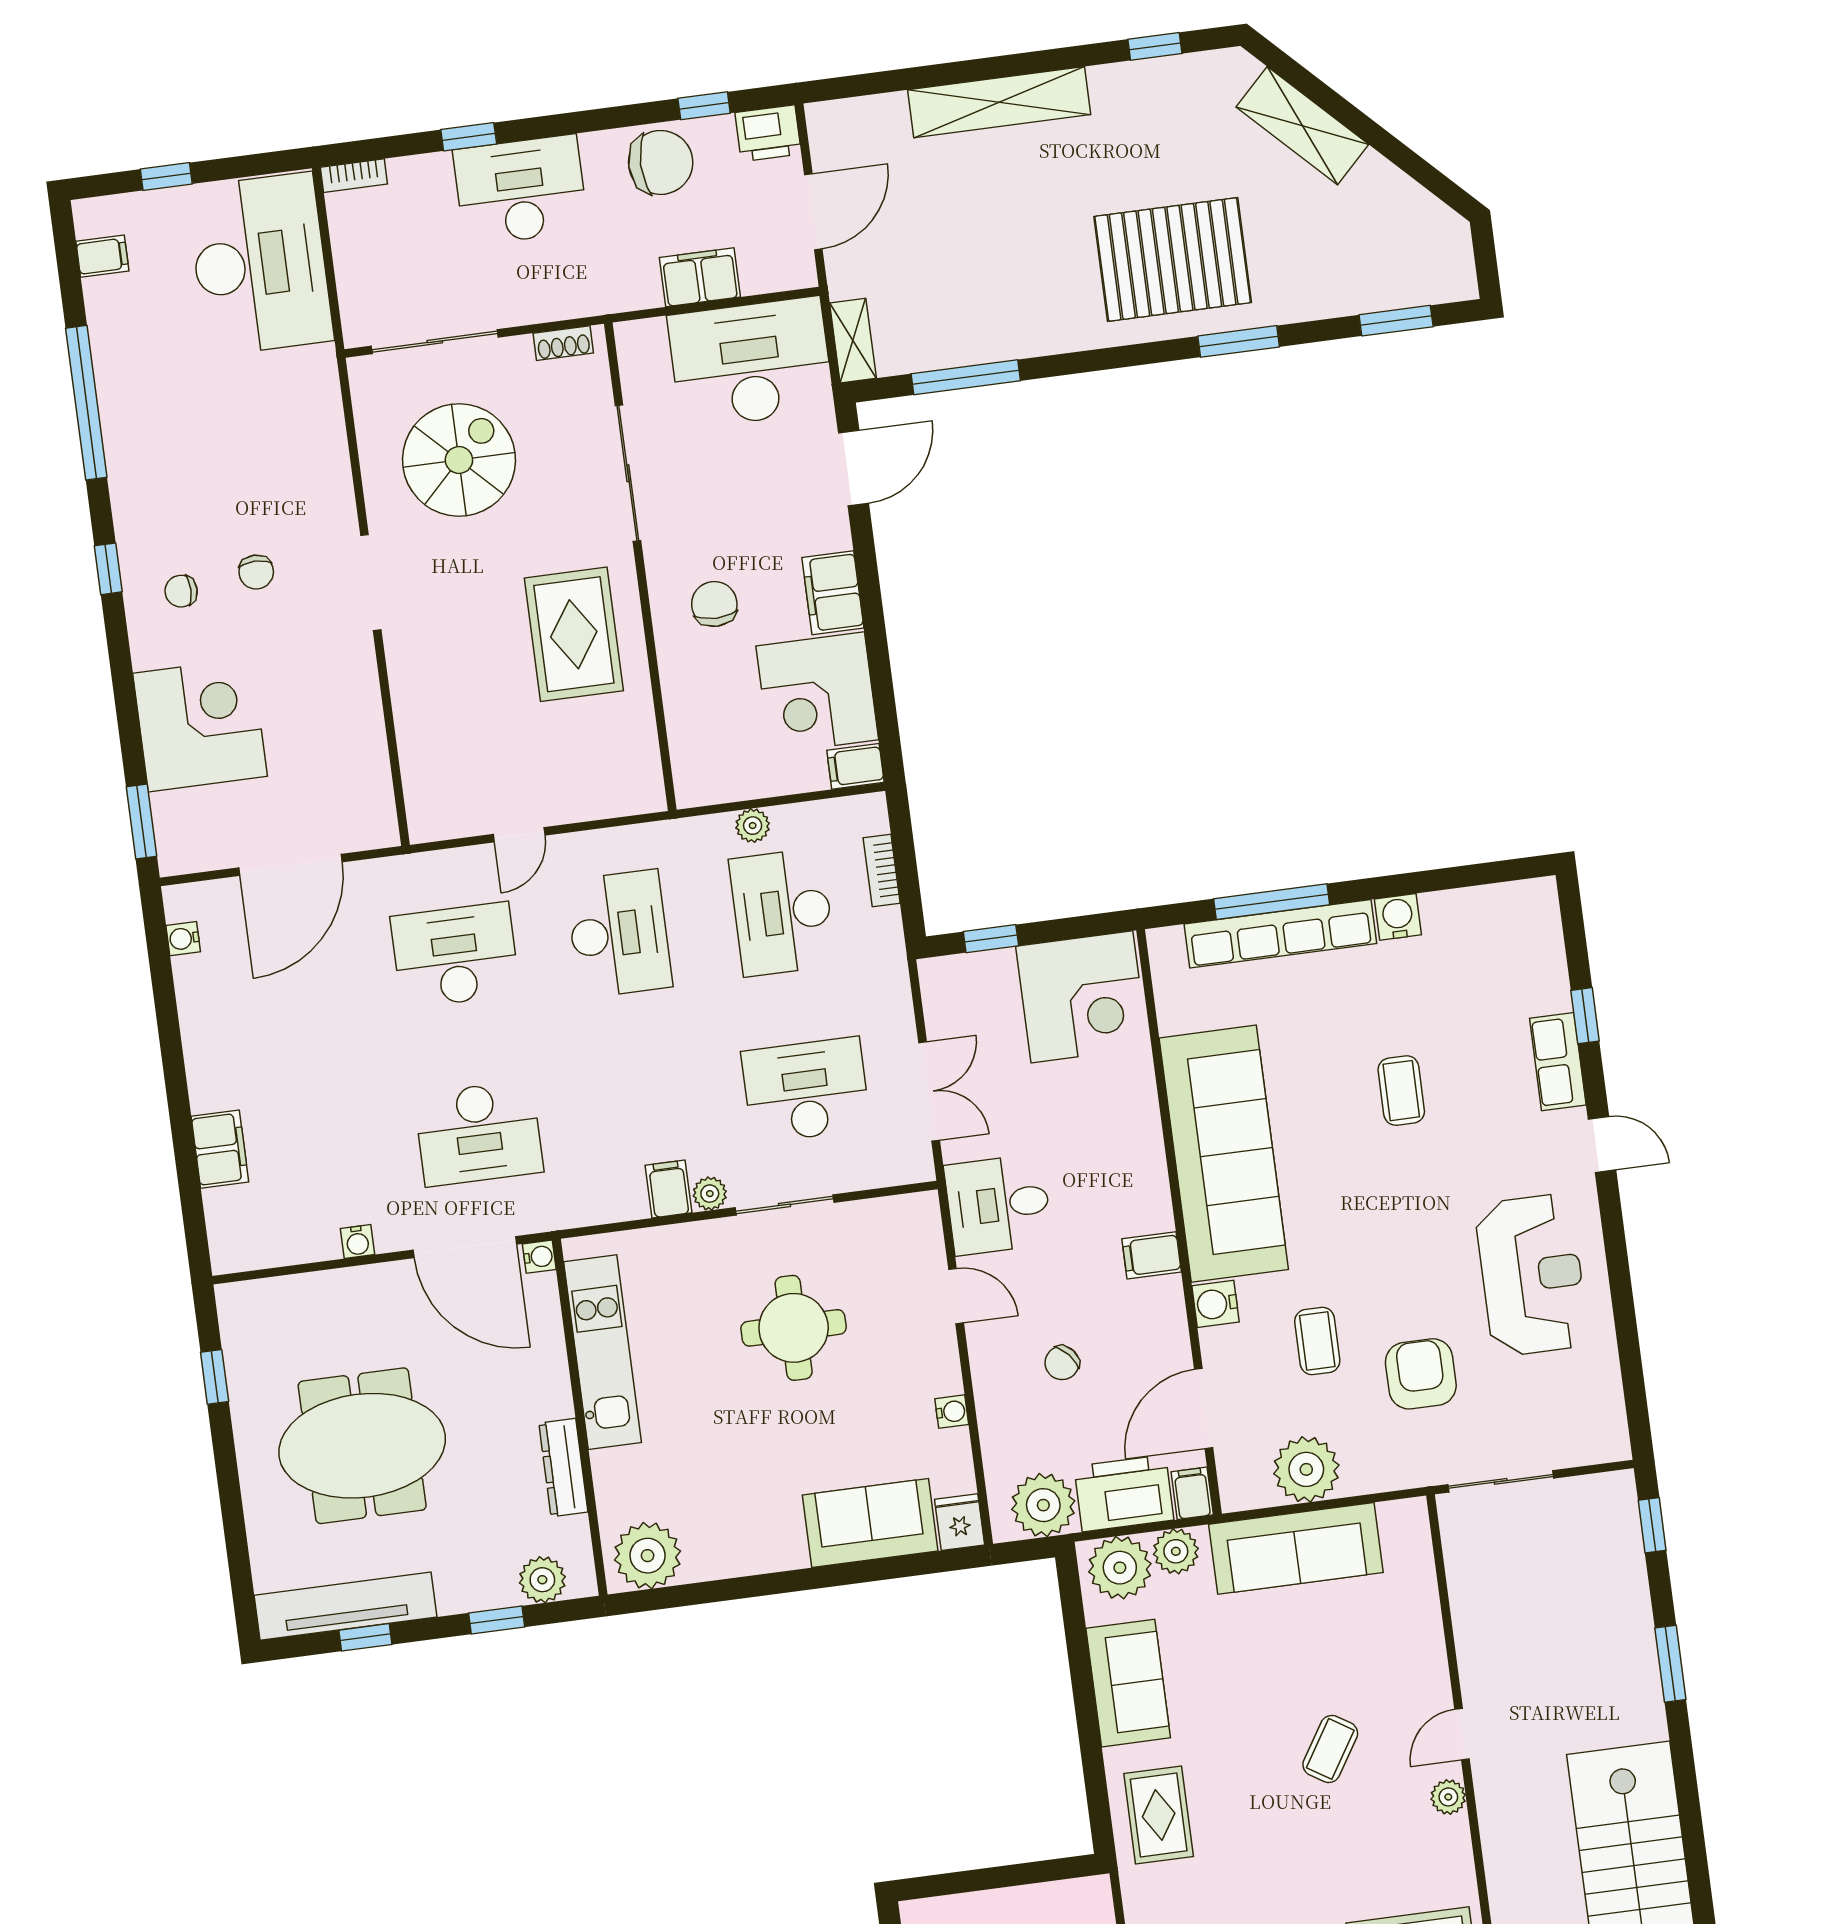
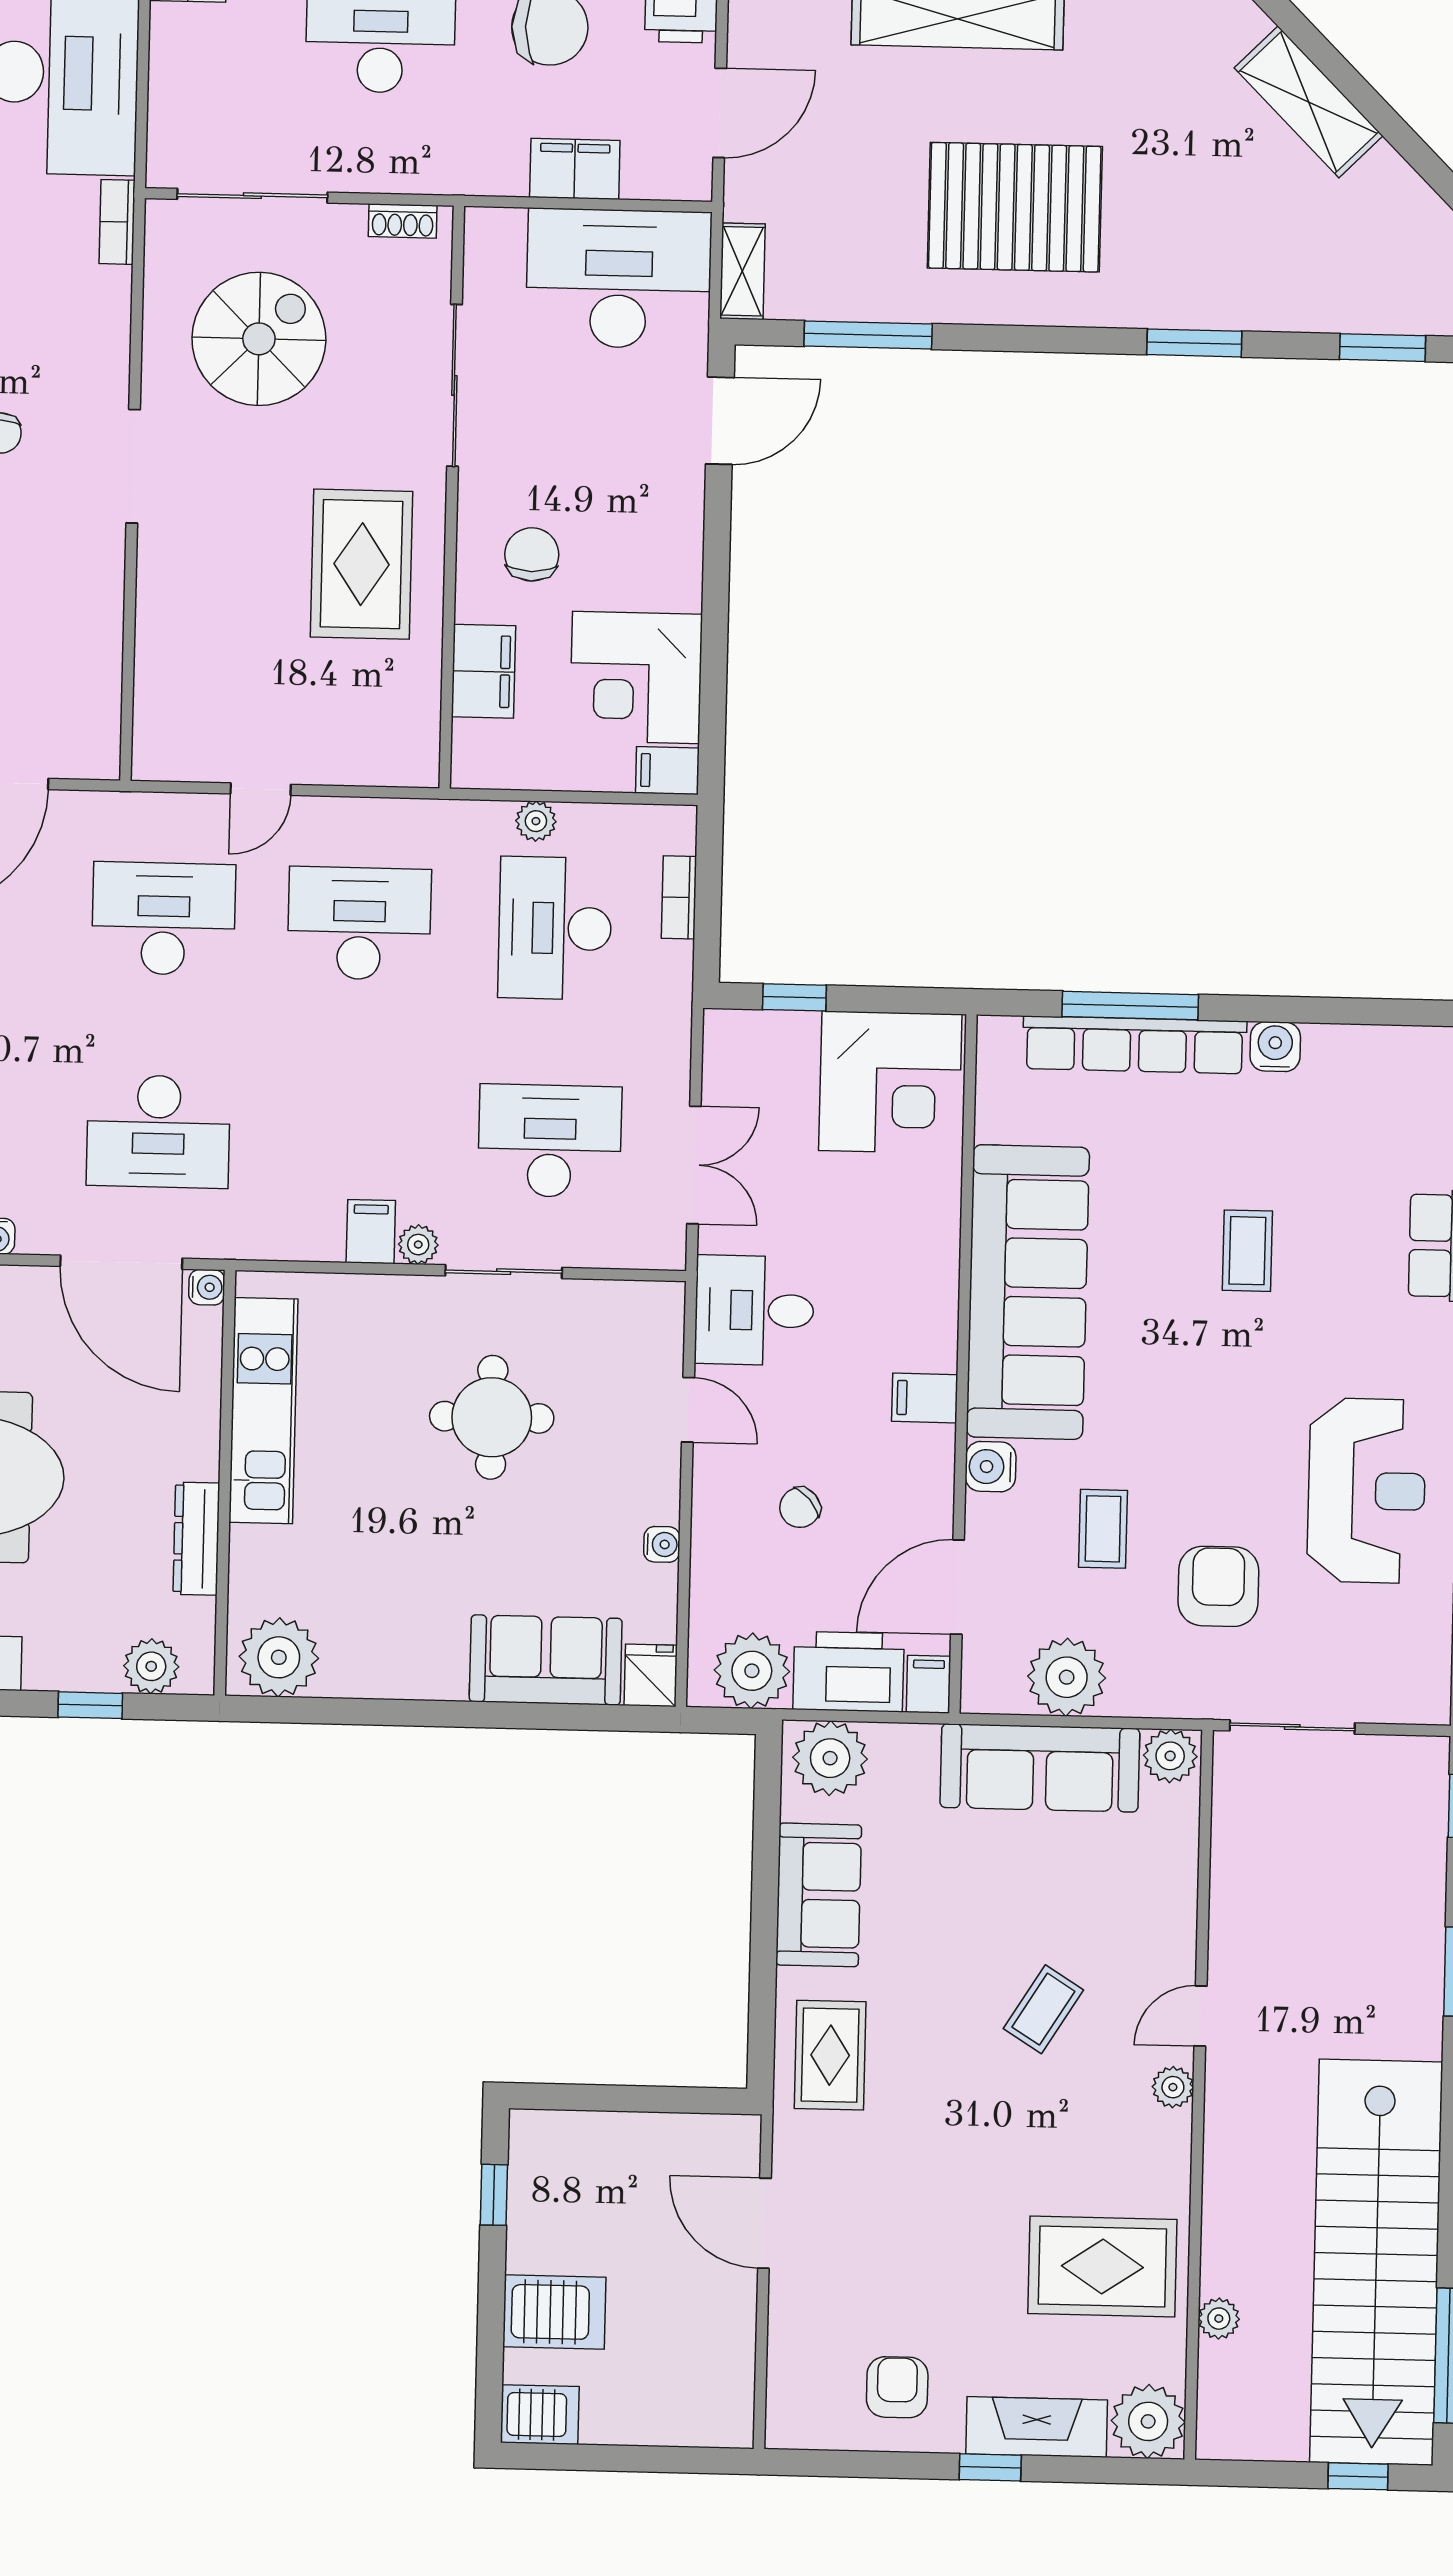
pallet: (1173, 259) -> (1015, 207), moved
bookcase: (326, 381) -> (117, 222), added
filing cabinet: (833, 593) -> (483, 671), moved, turned 180
desk: (619, 934) -> (359, 923), turned -90
plant: (1176, 1551) -> (1170, 1756), moved

